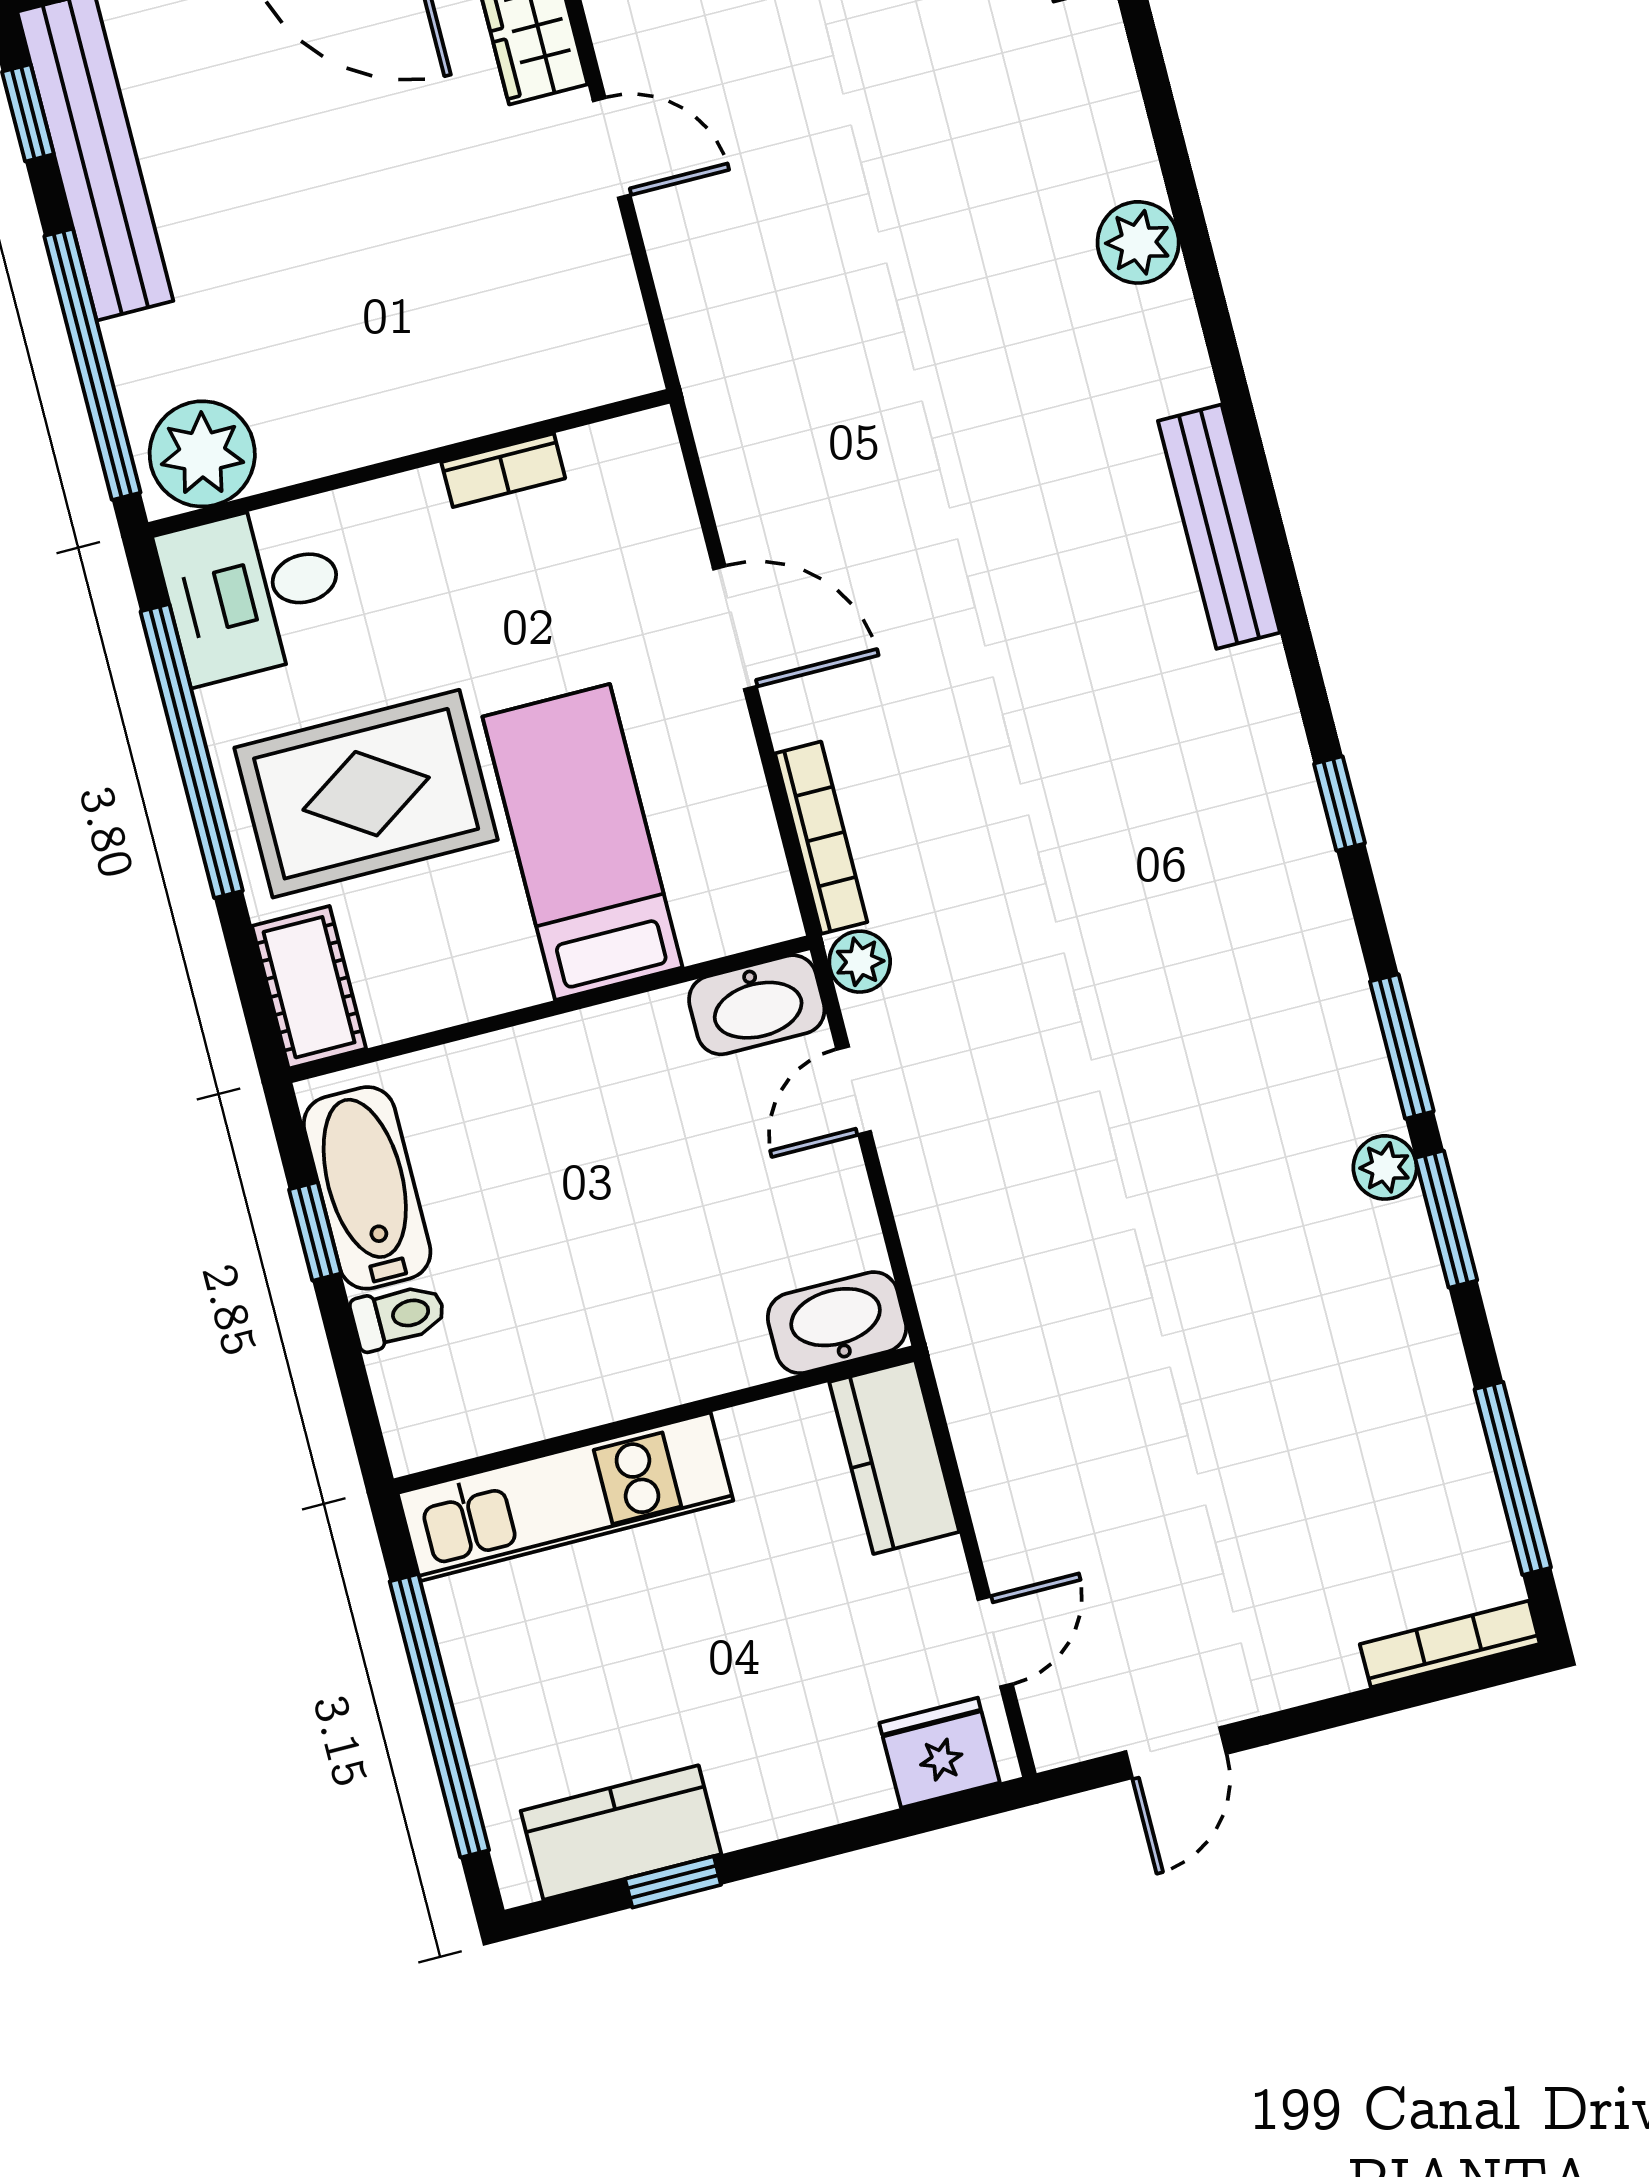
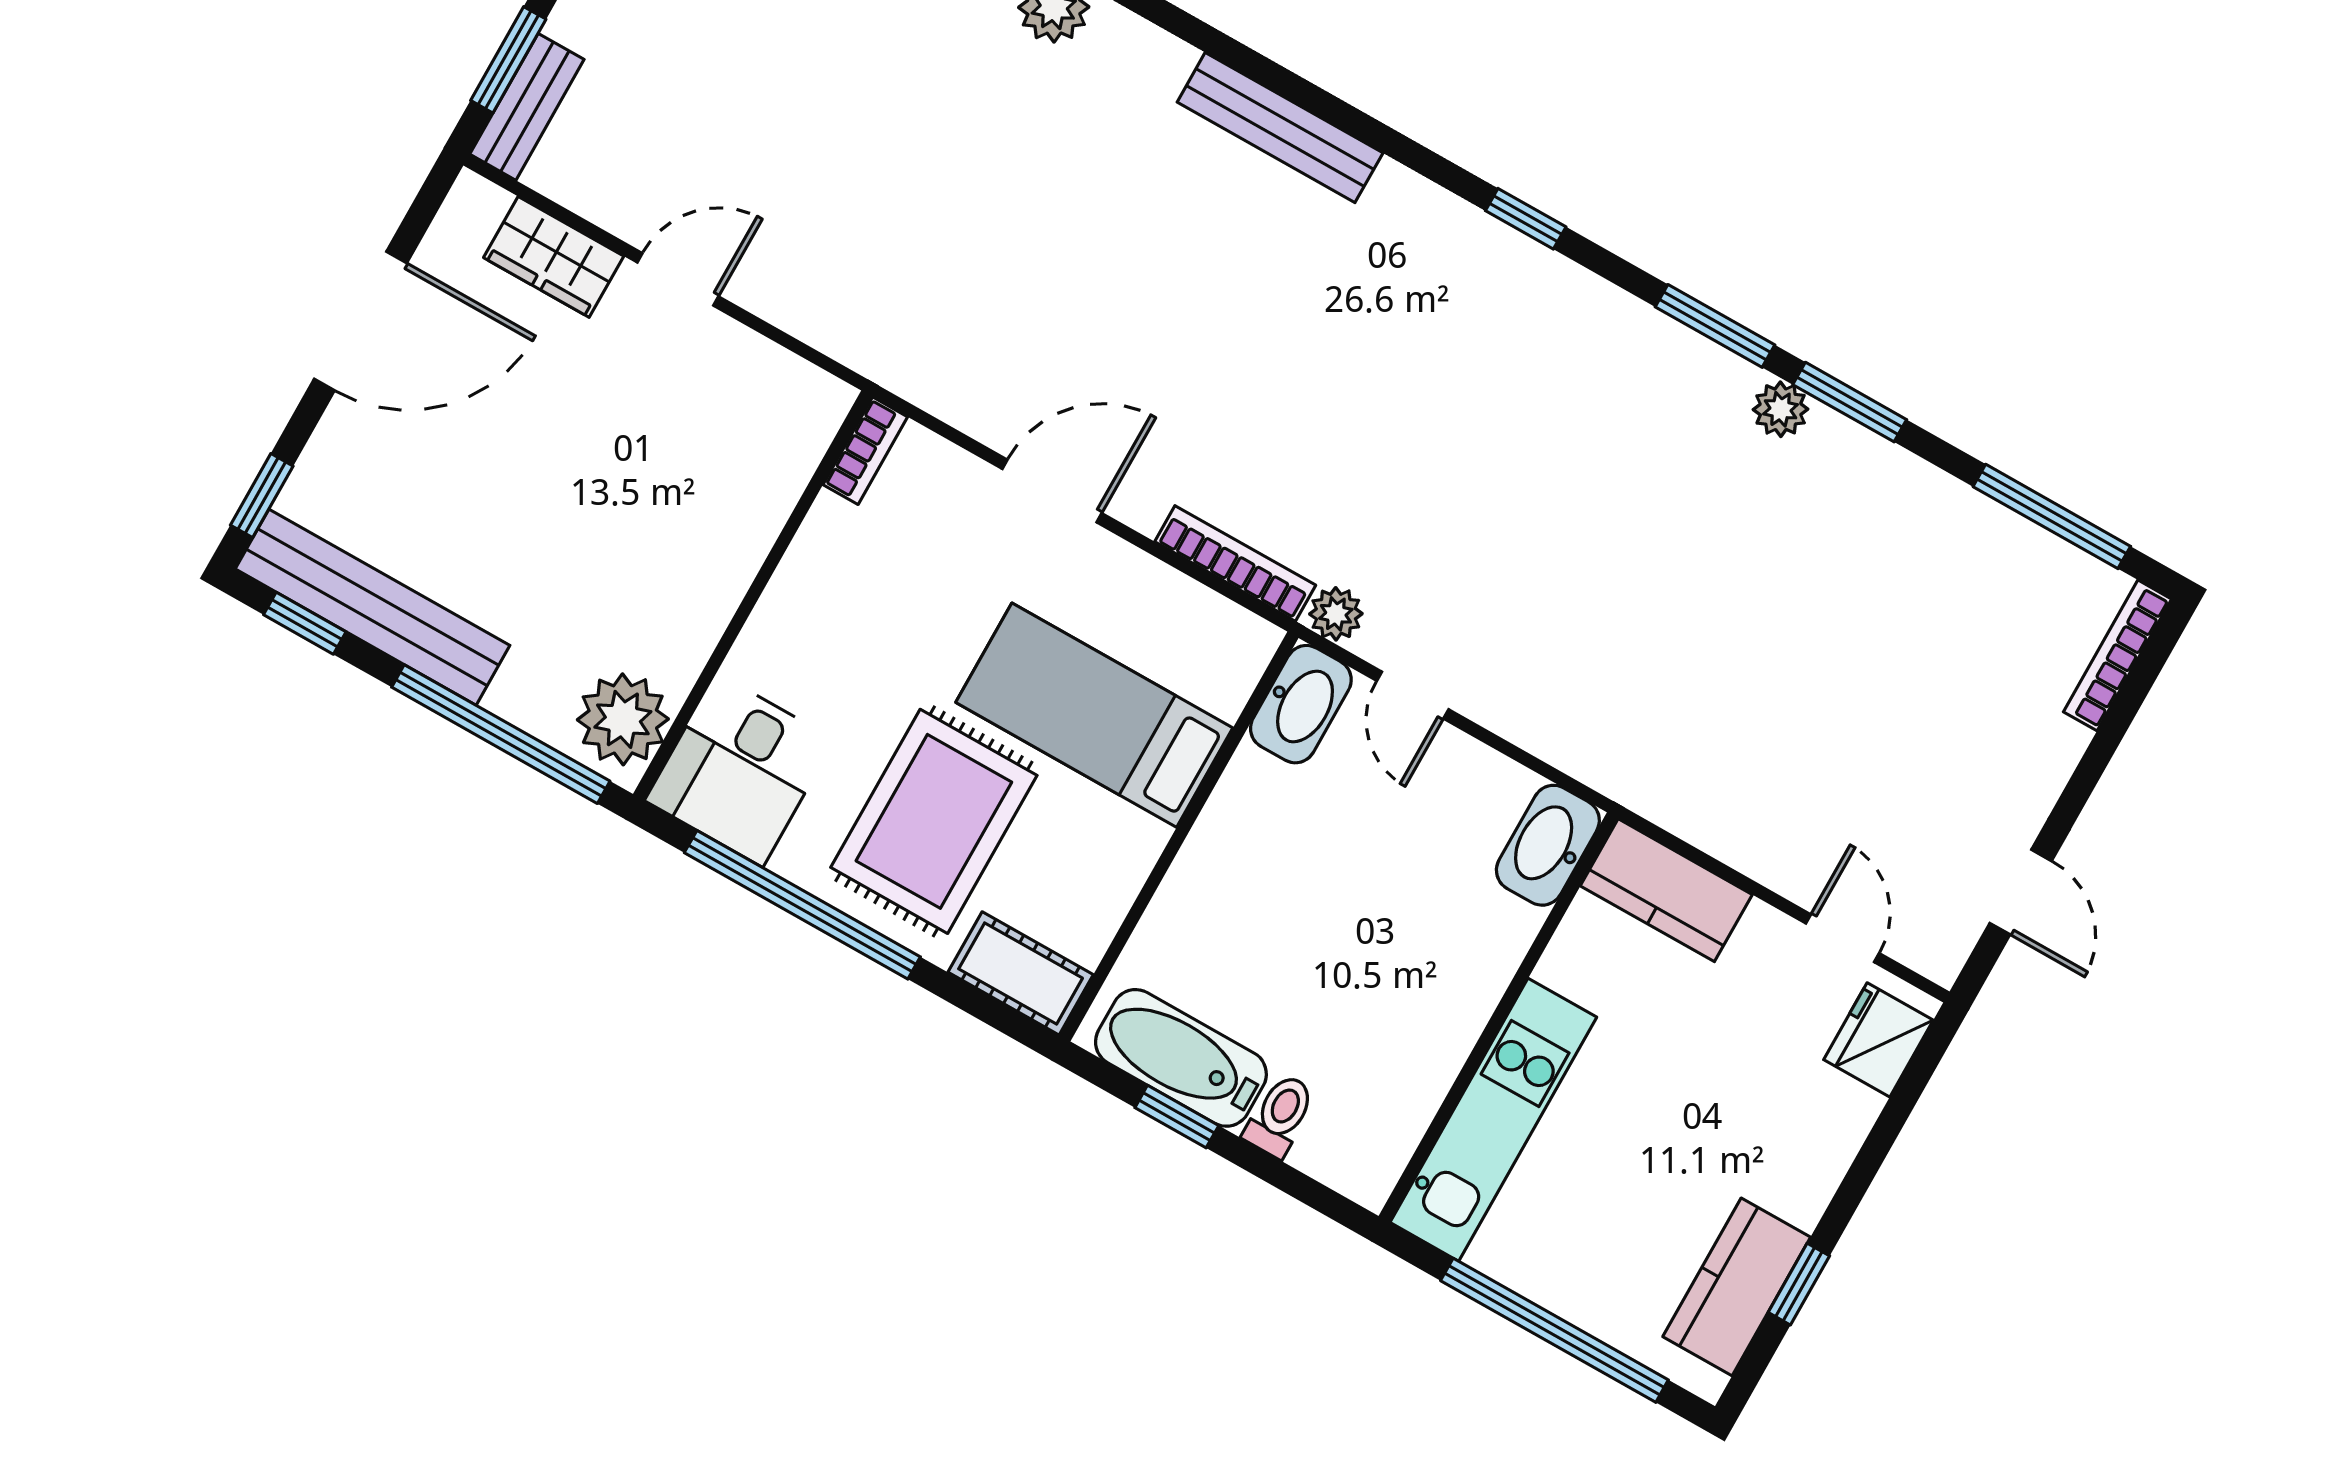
bookcase: (503, 470) -> (865, 451), moved

